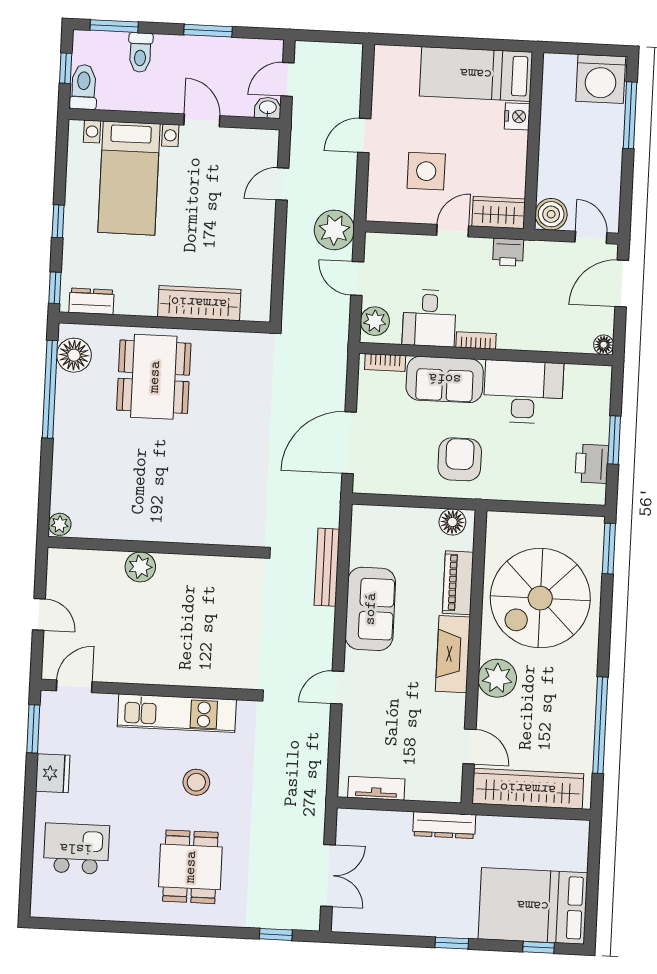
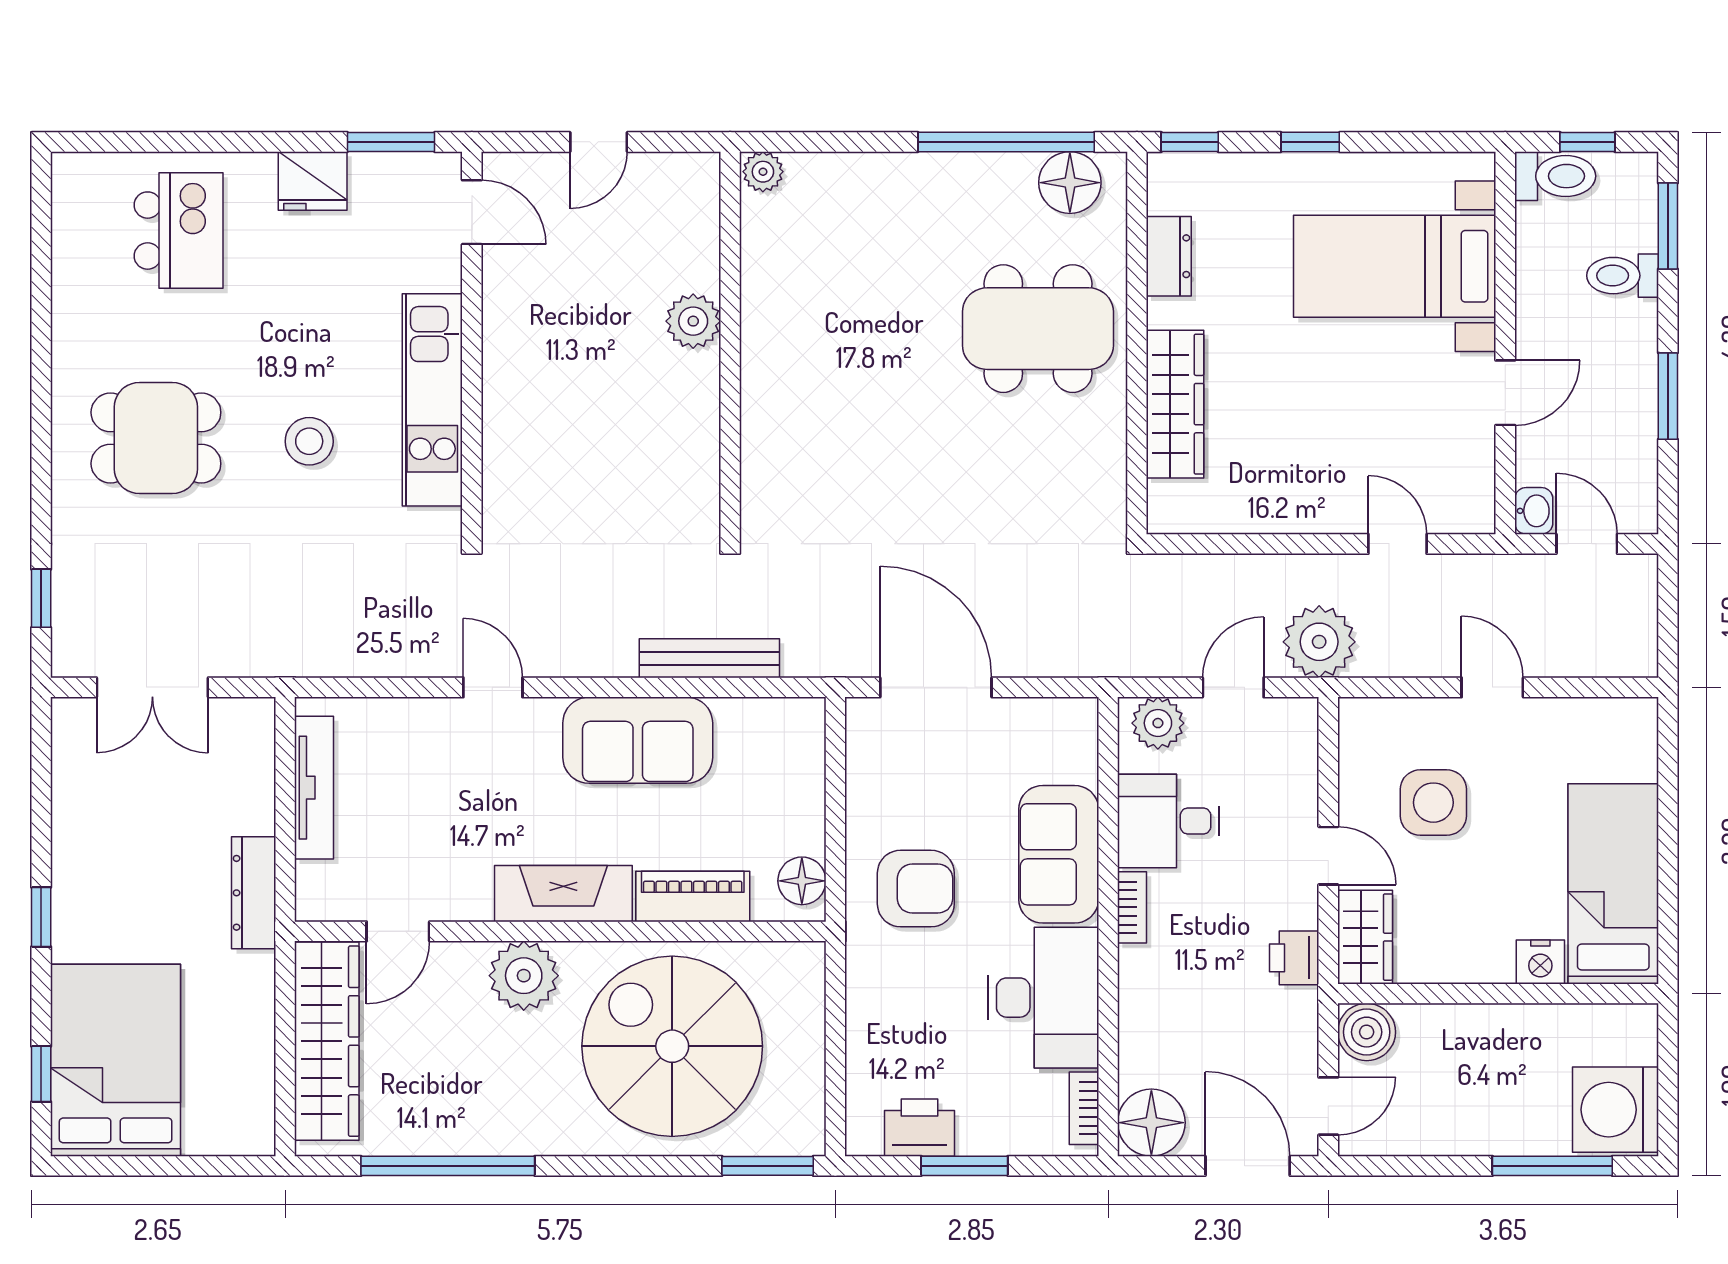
dresser: (91, 301) -> (1169, 256), moved
floor lamp: (604, 345) -> (1151, 1123), width x1.89, depth x1.89
bookcase: (385, 363) -> (1084, 1108), moved
tv unit: (376, 788) -> (314, 788), width x1.41

